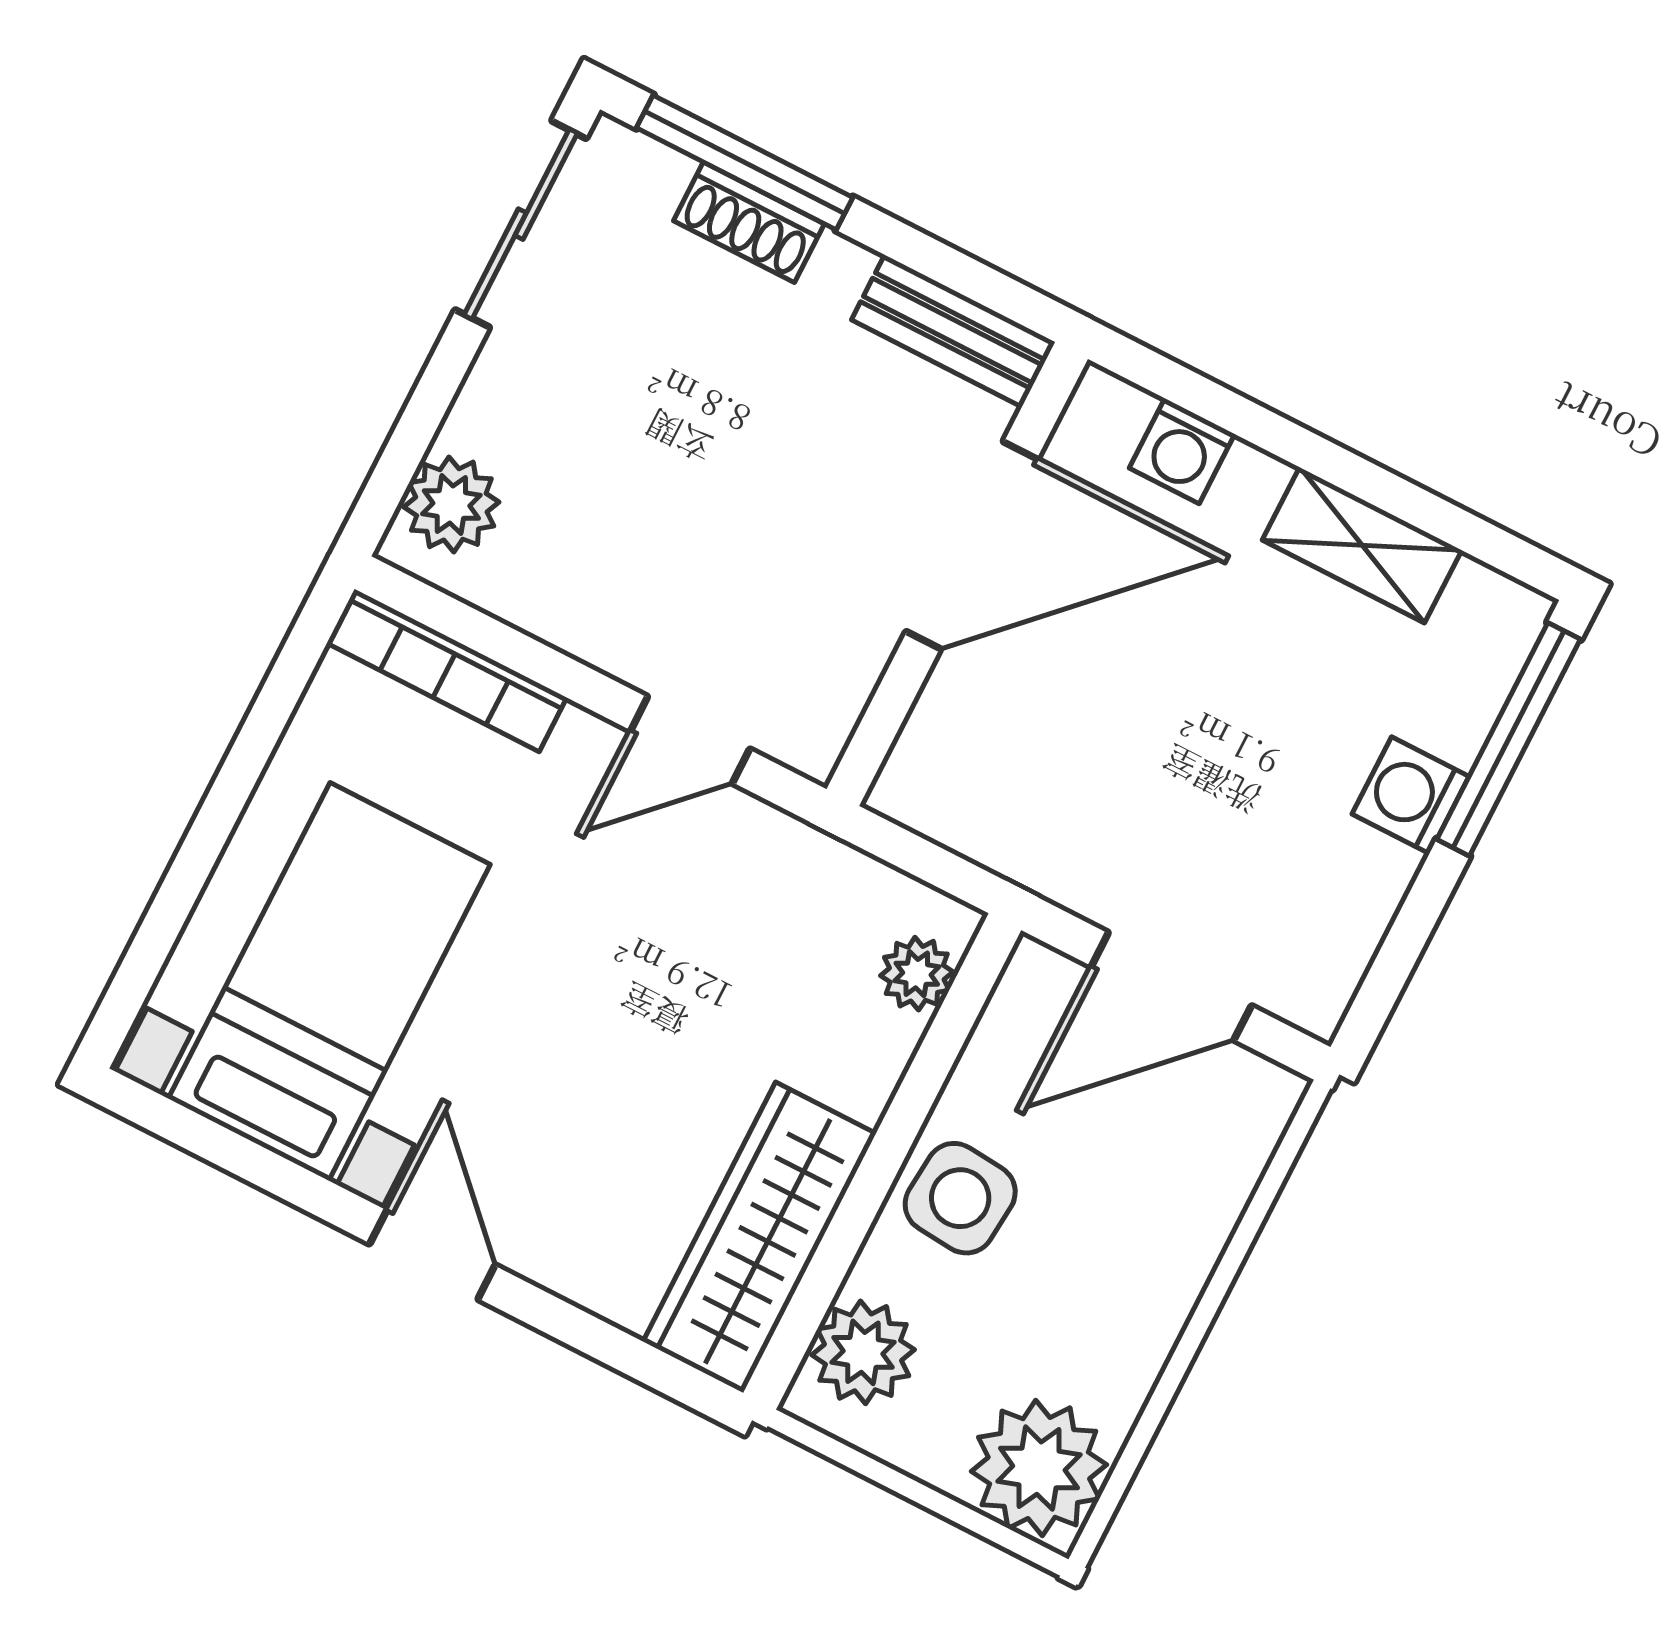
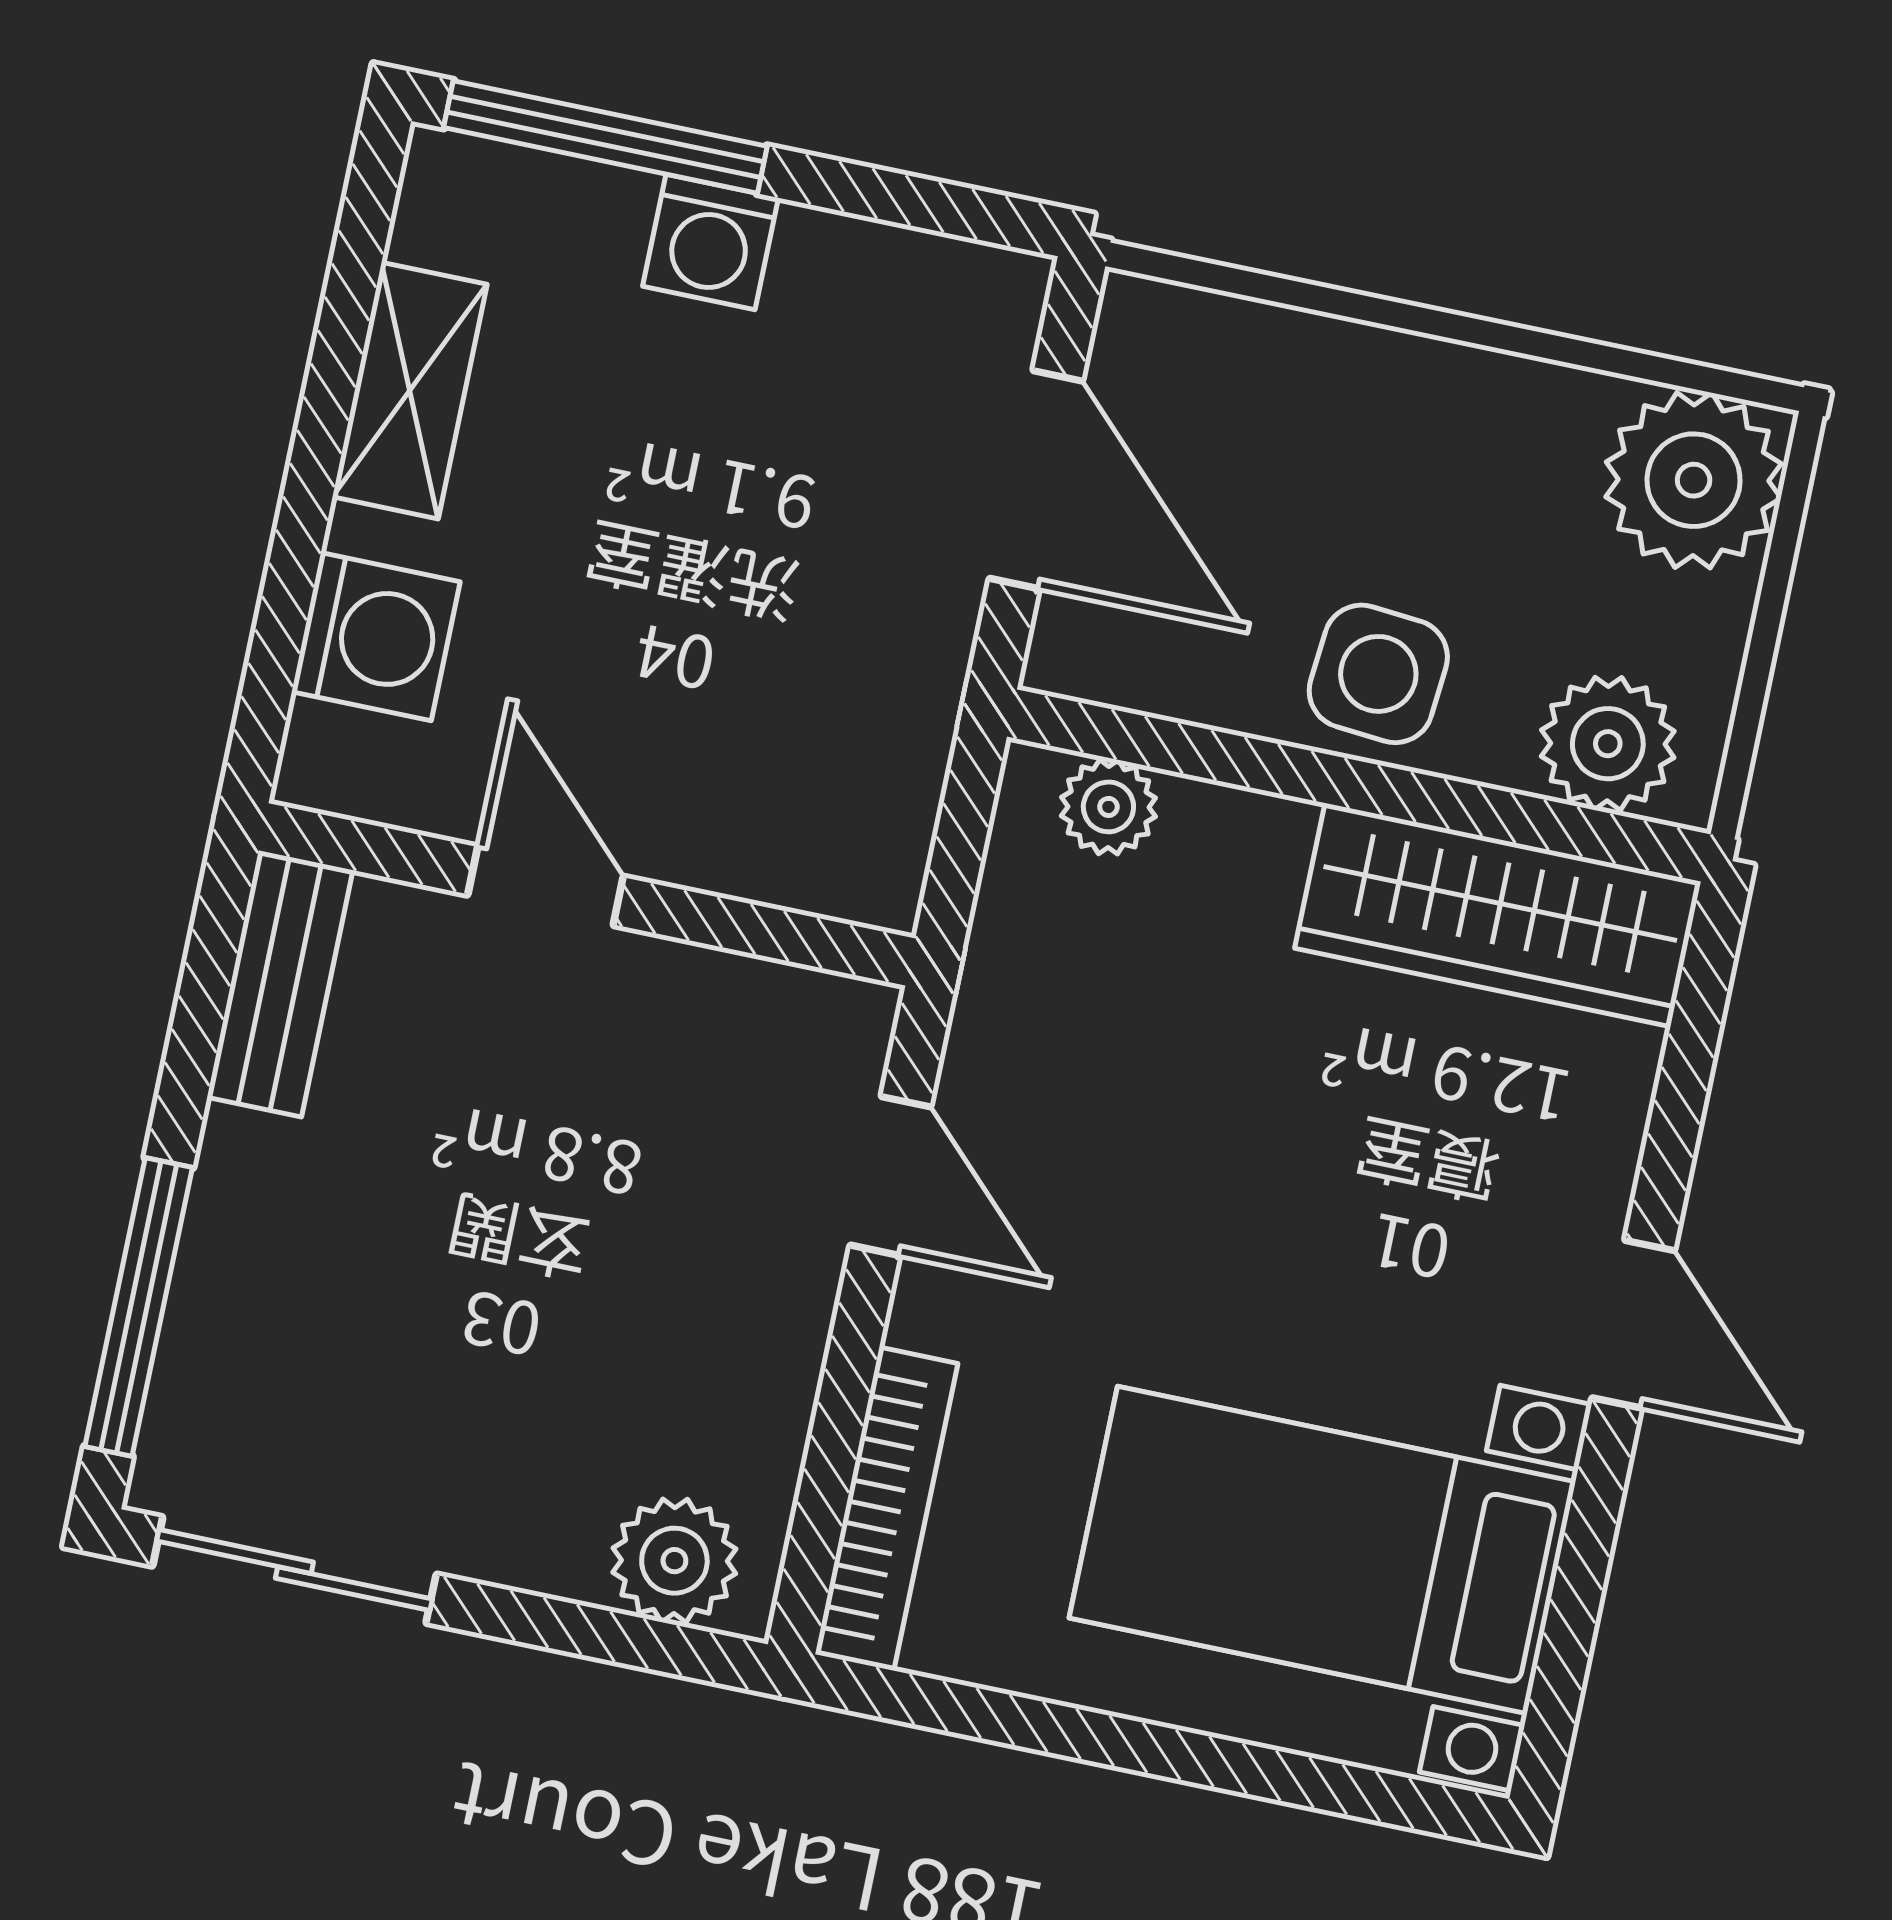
shoe rack: (749, 222) -> (213, 1281), removed
washing machine: (1182, 451) -> (376, 637), width x1.38, depth x1.38
door: (972, 545) -> (545, 886), width x0.53
door: (432, 1254) -> (1633, 1324), swing flipped

